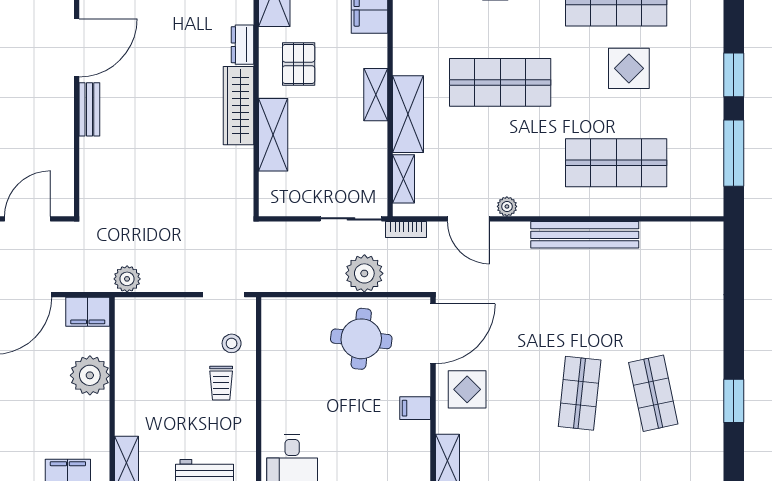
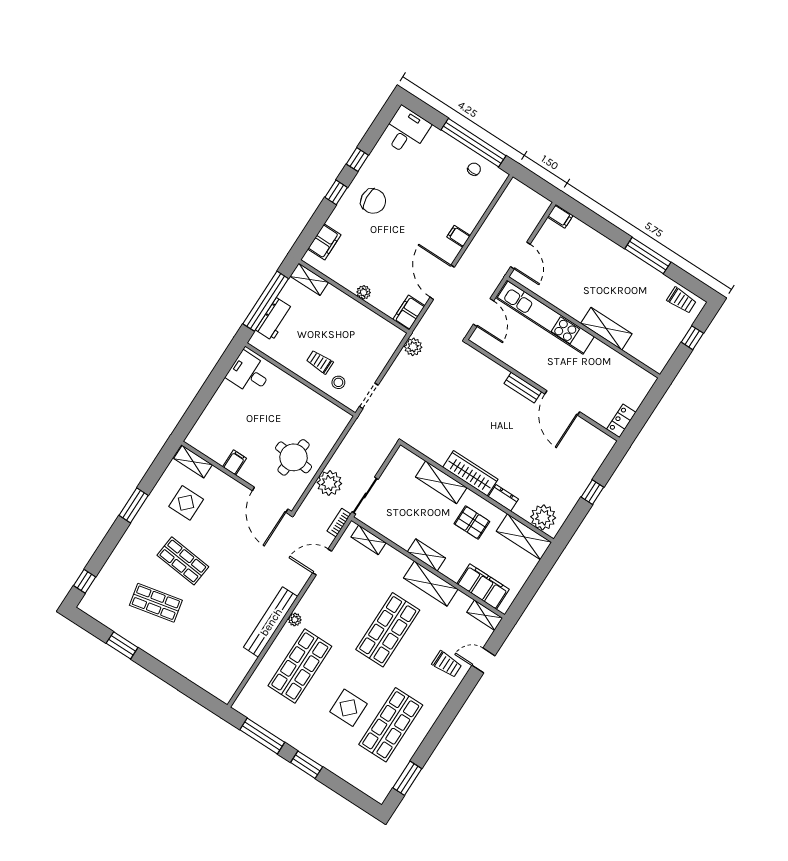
shelving: (408, 114) -> (431, 584), moved
plant: (507, 206) -> (295, 620), moved
plant: (90, 375) -> (364, 292), width x0.53, depth x0.53
display table: (467, 389) -> (186, 503), moved

